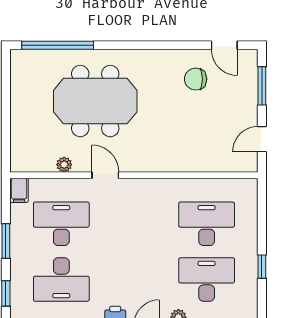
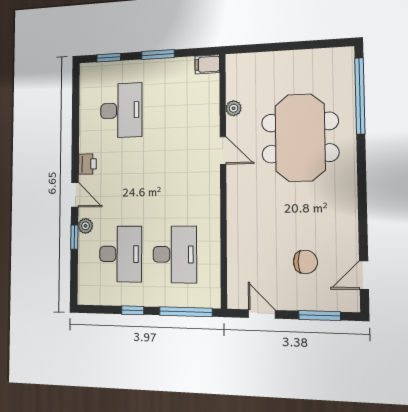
chair: (196, 79) -> (305, 262), moved, turned 90
door: (105, 175) -> (223, 150), hinge flipped
window: (262, 213) -> (186, 312), added
desk: (61, 224) -> (175, 108), removed
desk: (61, 280) -> (121, 110), turned 180

